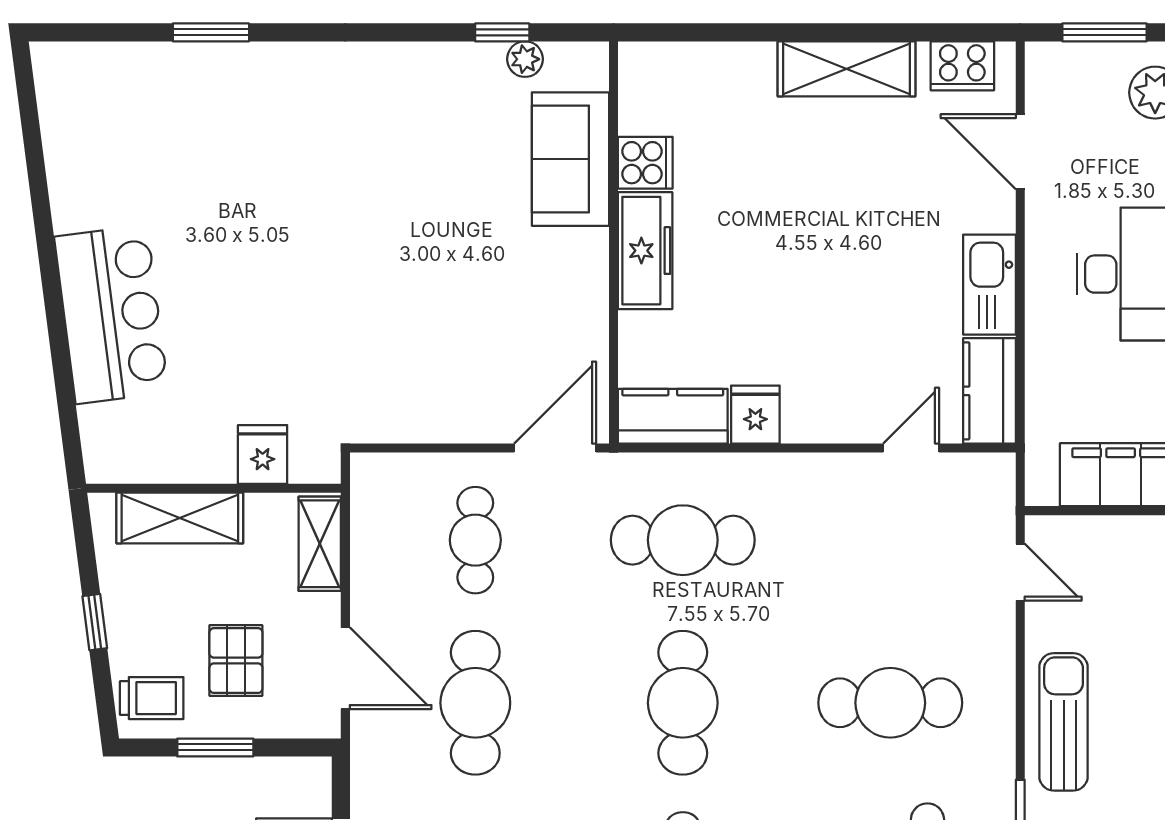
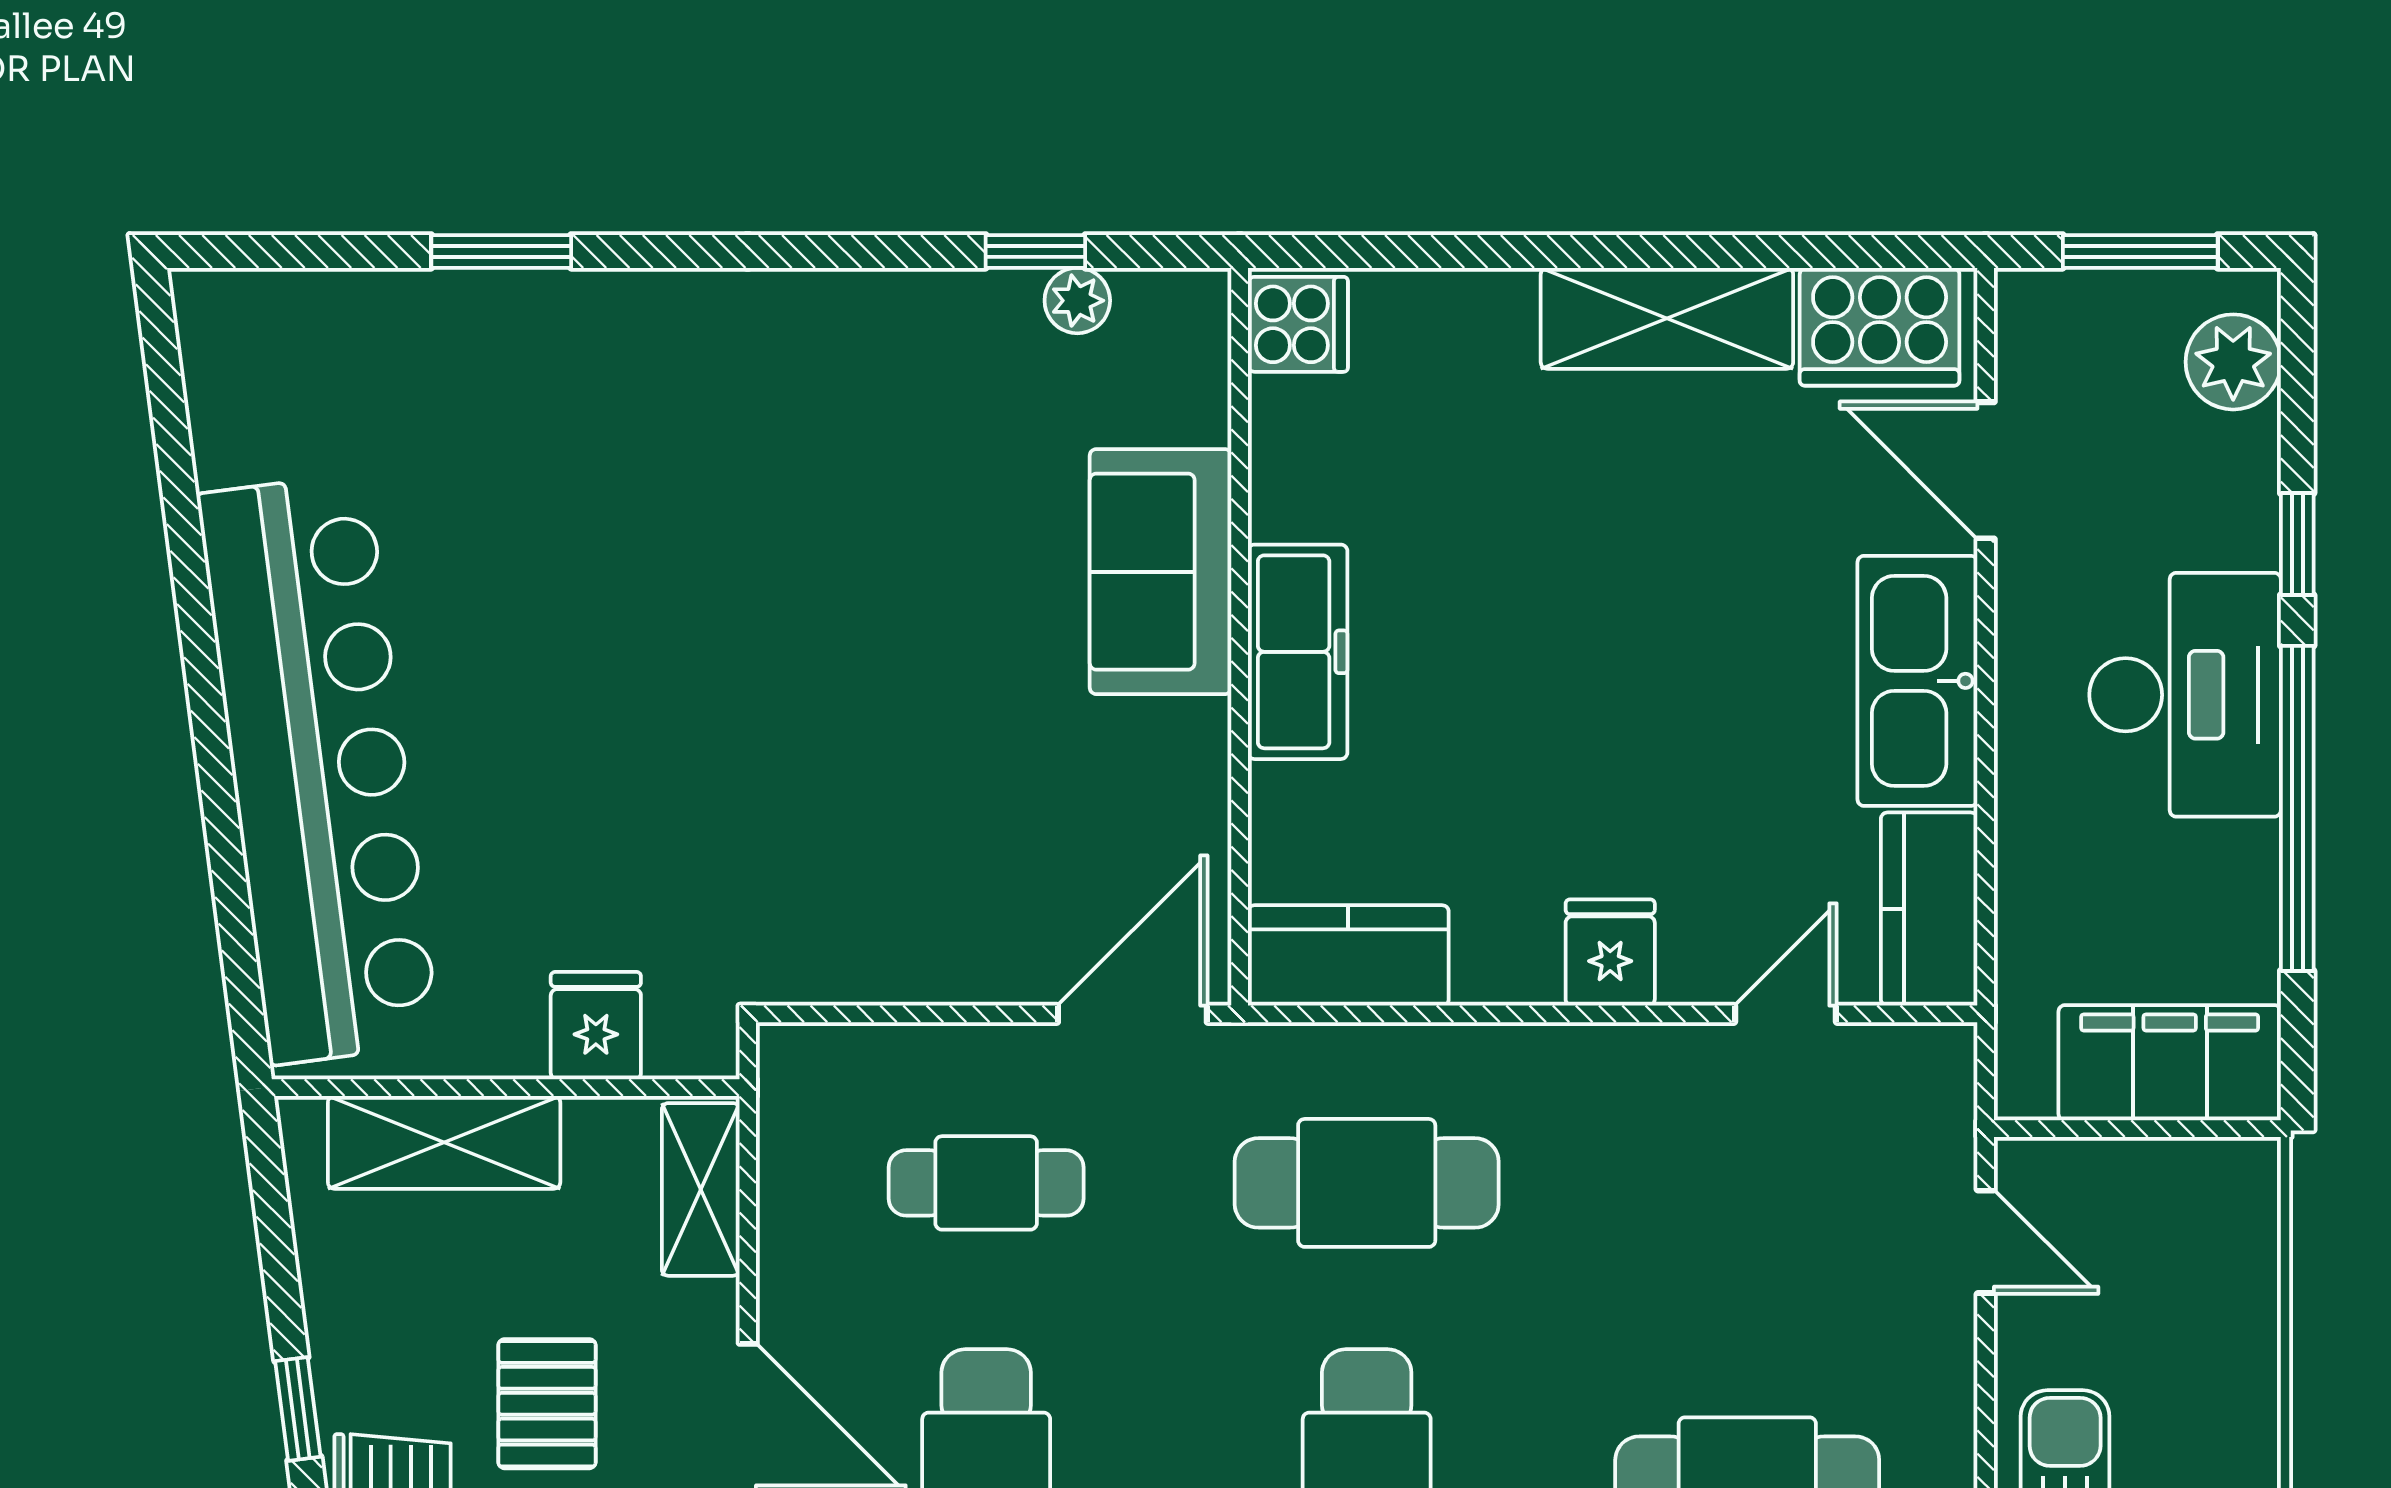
cooker: (962, 66) -> (1880, 327), width x1.37, depth x1.31
sofa: (570, 159) -> (1161, 572), moved
cooker: (645, 163) -> (1298, 324), moved
kitchen sink: (989, 285) -> (1917, 681), width x1.36, depth x1.24
bar counter: (111, 314) -> (319, 769), width x1.86
fridge: (755, 415) -> (1610, 953), moved
cafe table: (475, 540) -> (986, 1183), turned 90
window: (95, 622) -> (298, 1409), moved

